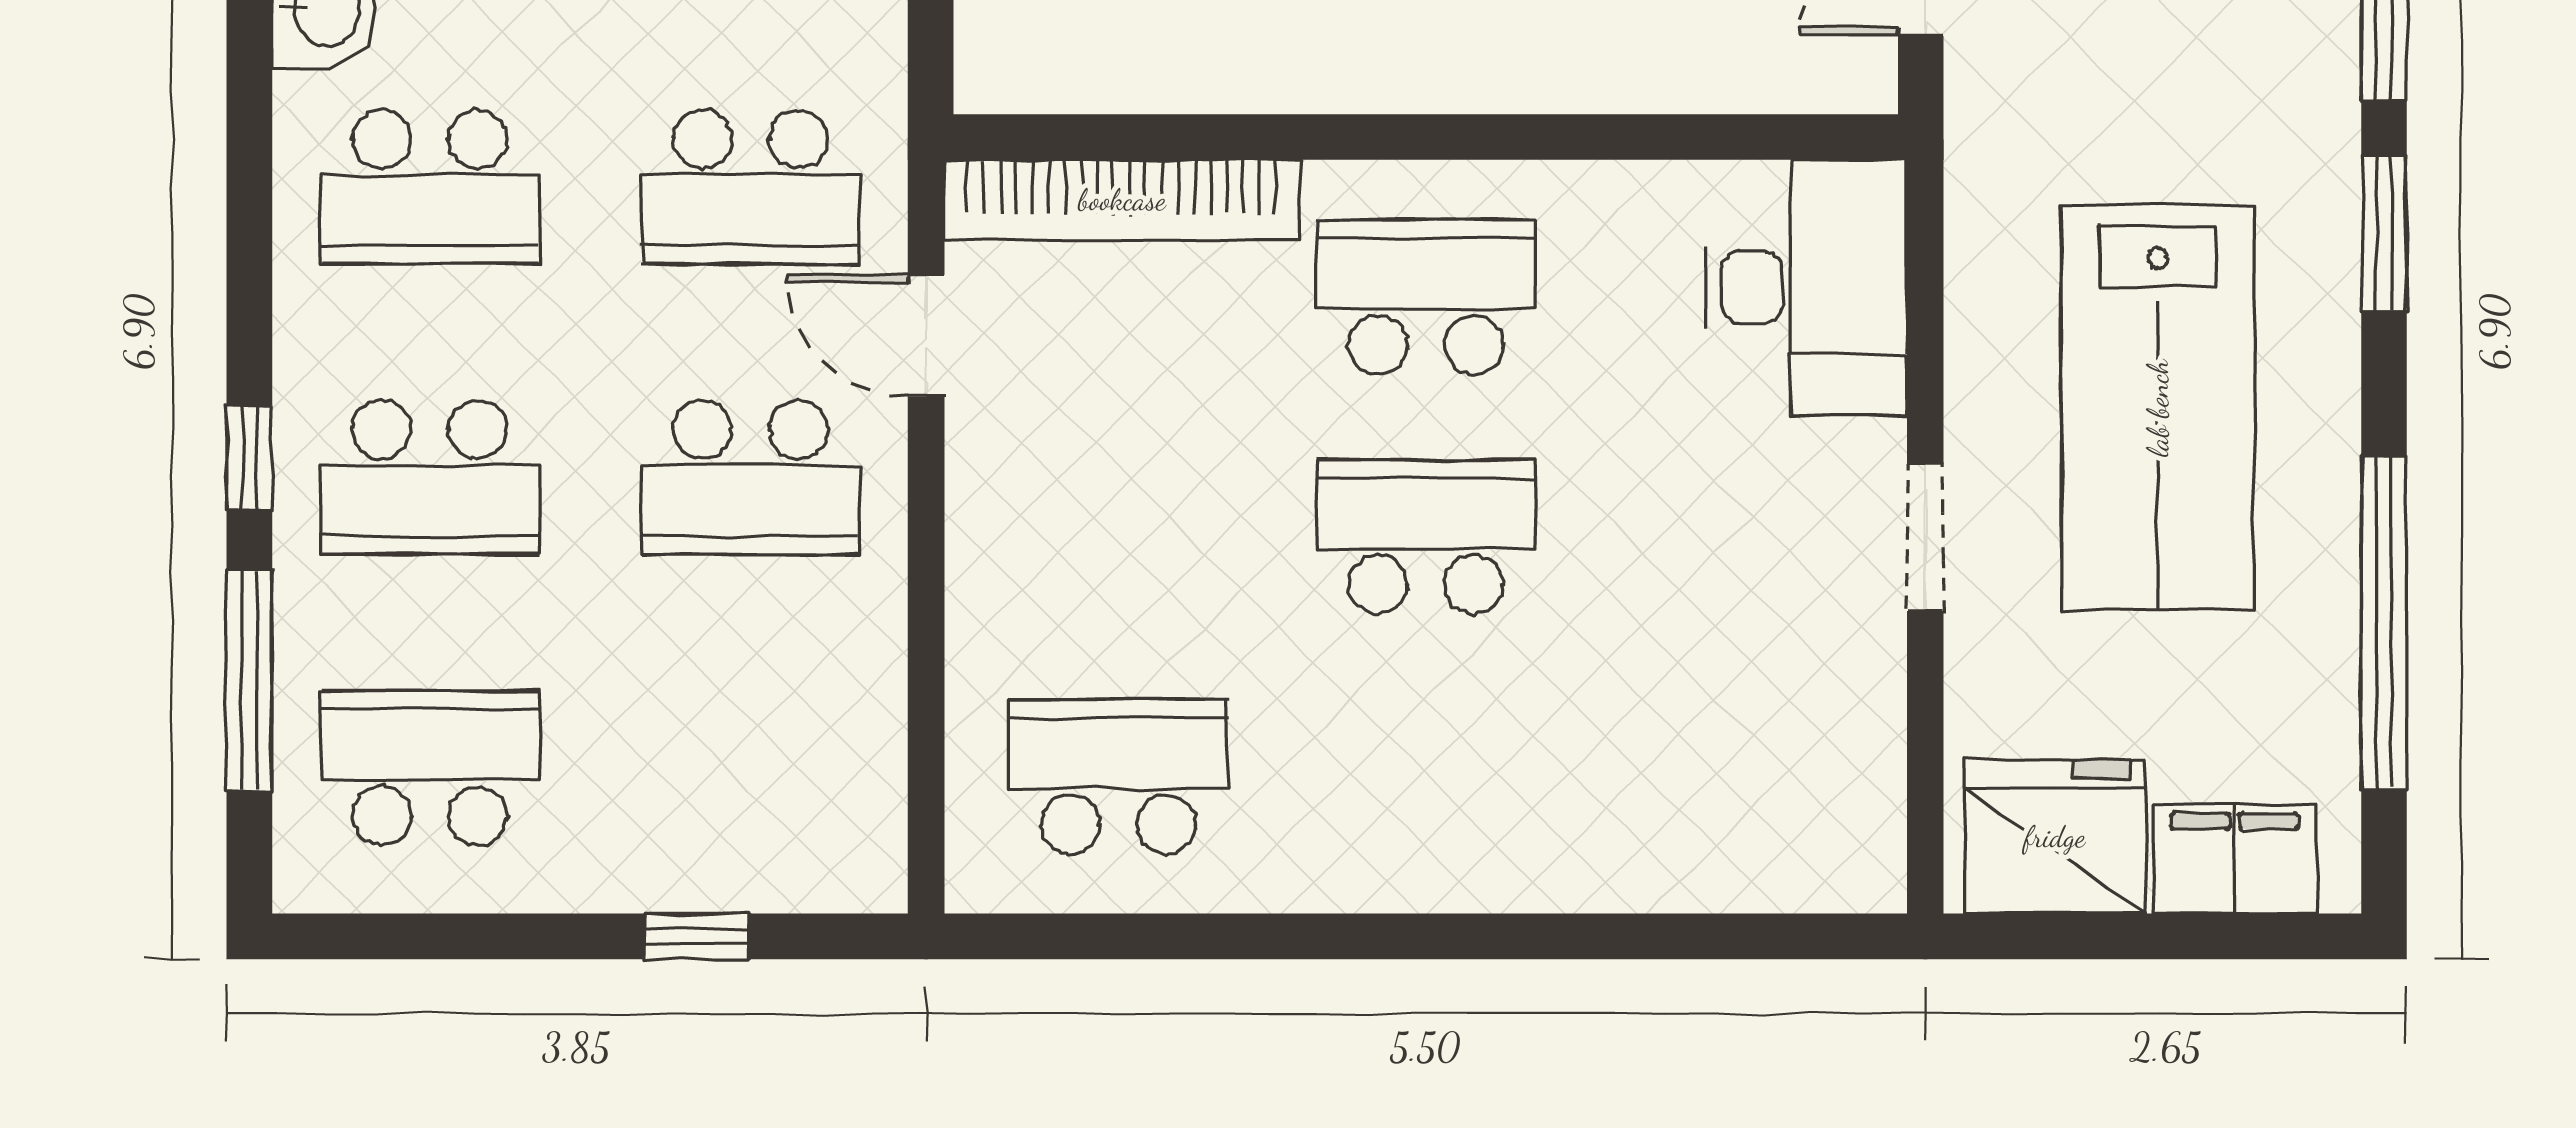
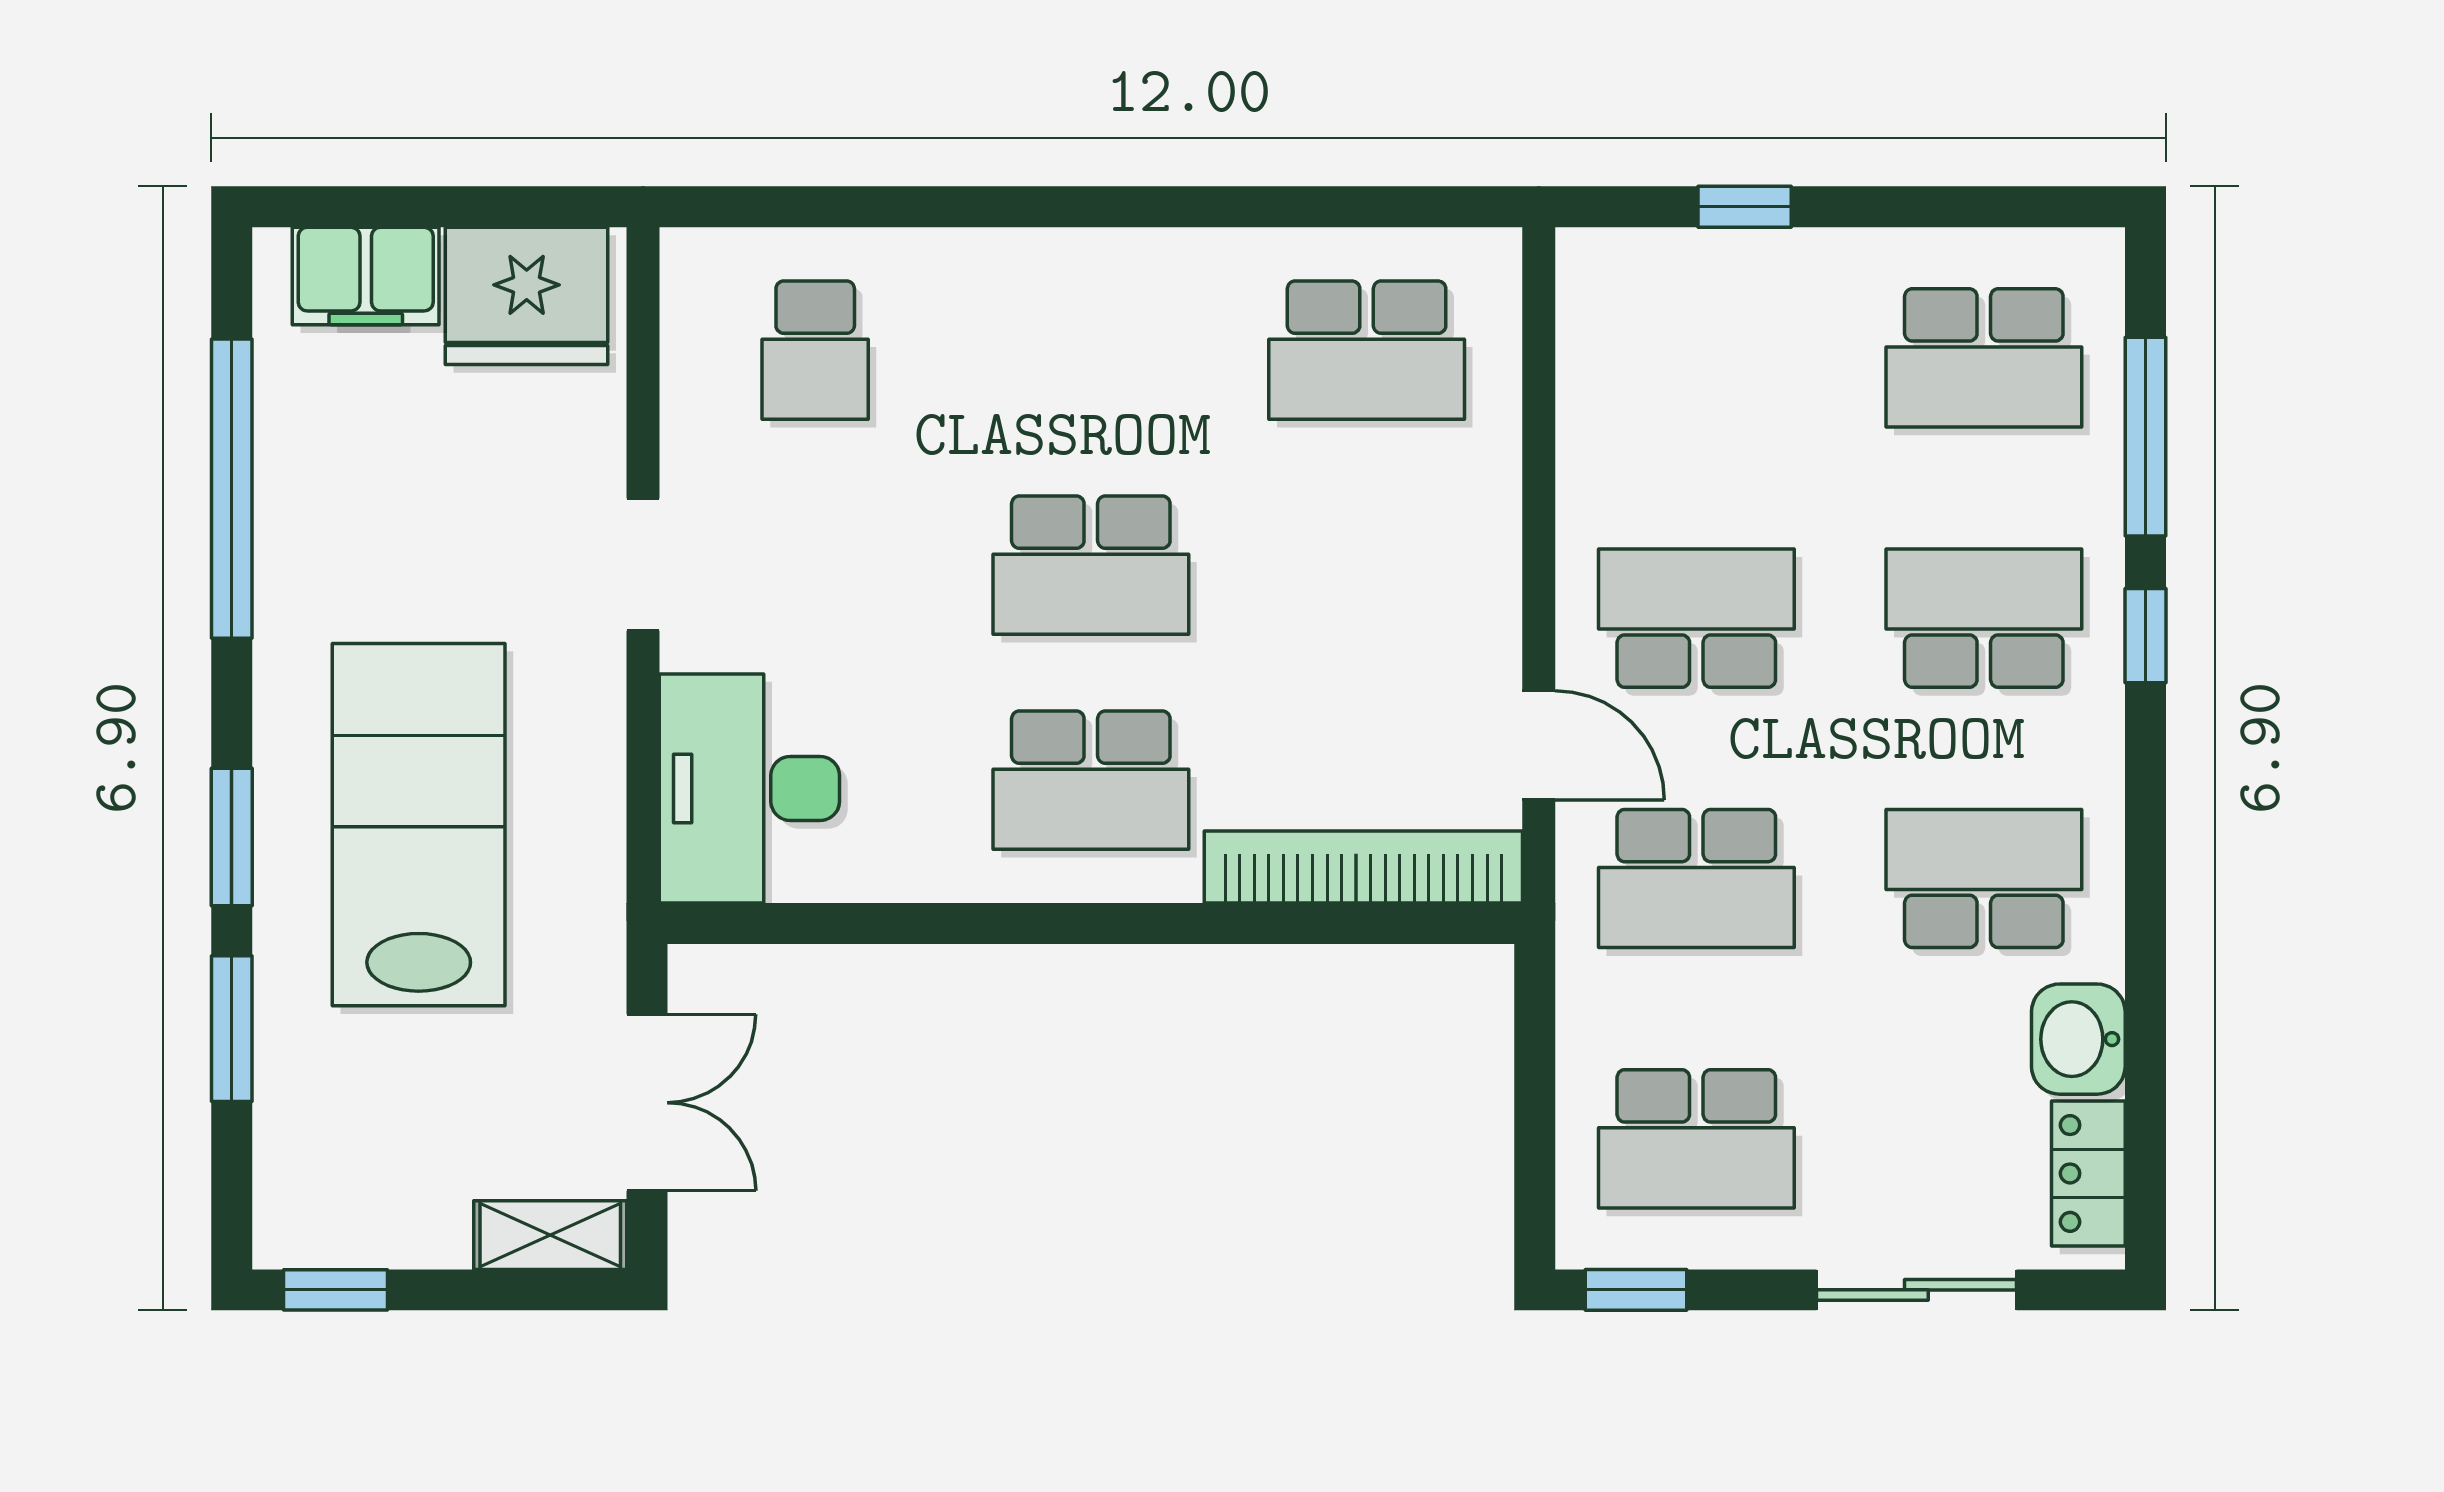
school desk: (750, 187) -> (1696, 878), turned 180
lab bench: (2158, 408) -> (419, 825), moved
school desk: (1733, 776) -> (815, 350), added

